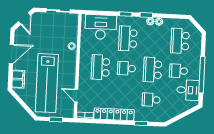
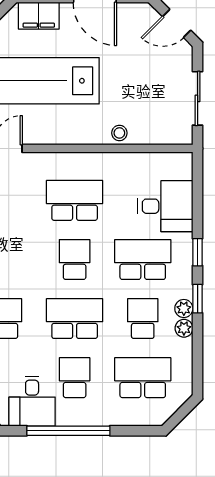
desk: (101, 27) -> (165, 206), width x0.73
school desk: (154, 40) -> (143, 319), added

